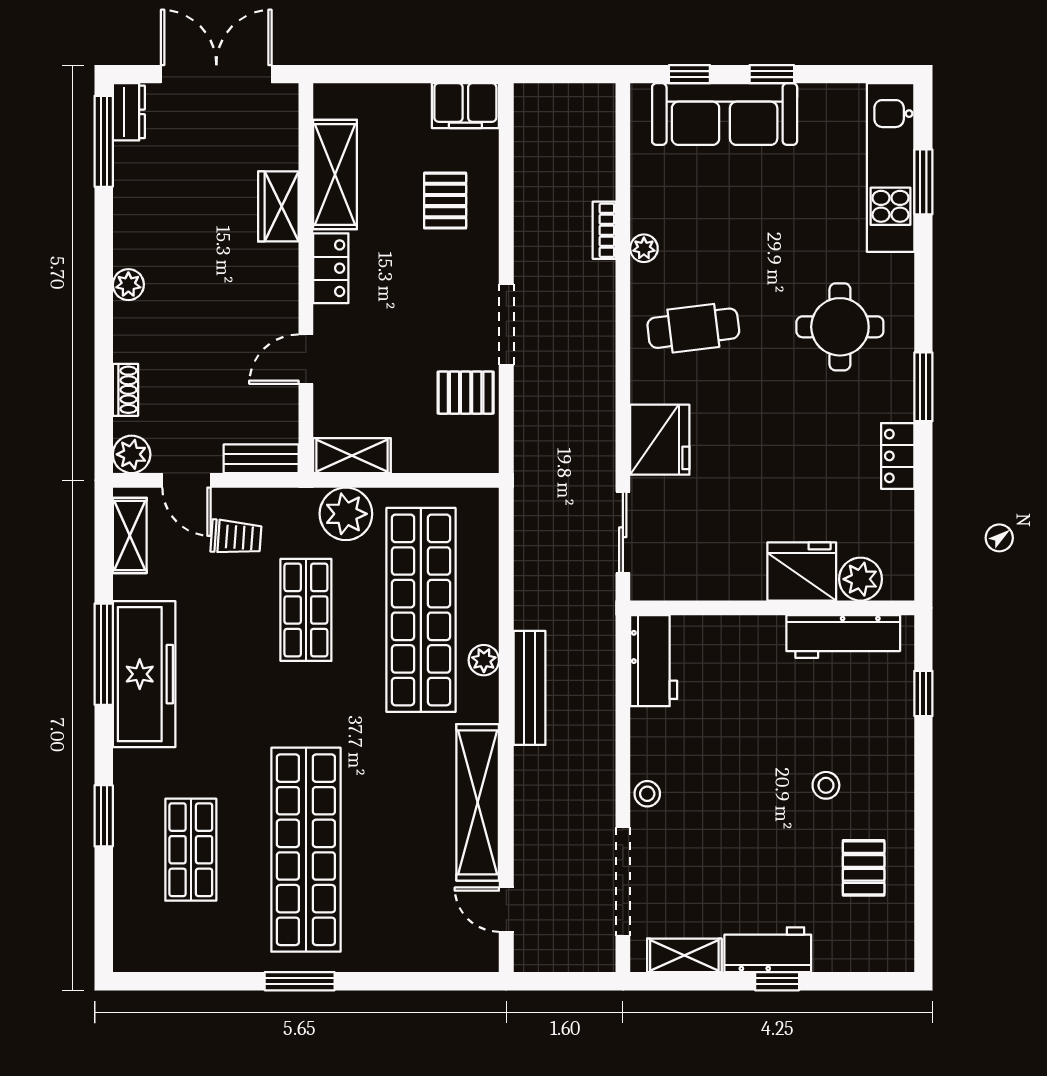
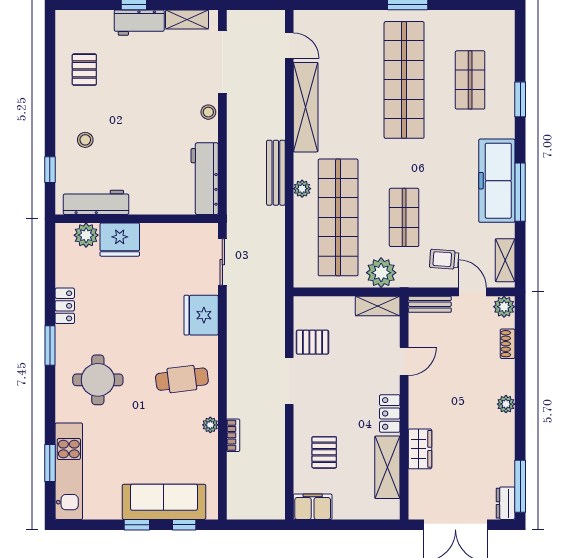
workbench: (654, 661) -> (205, 179), width x1.38
stool: (826, 785) -> (85, 140), moved

